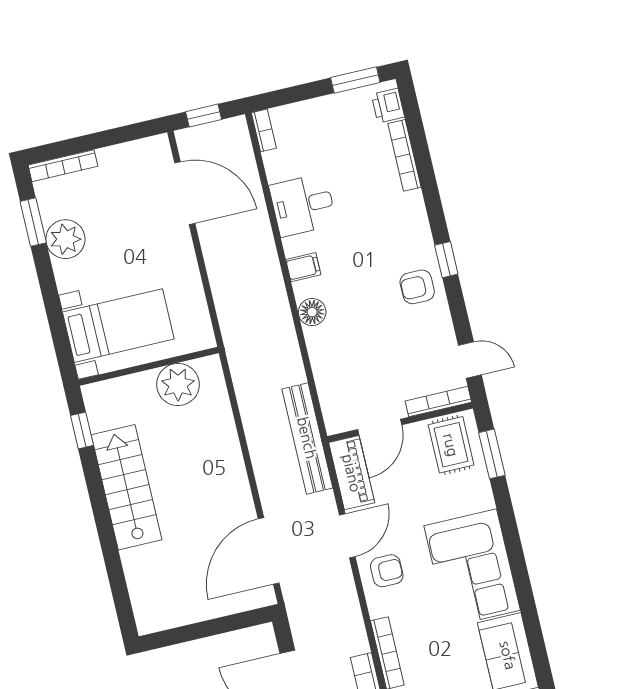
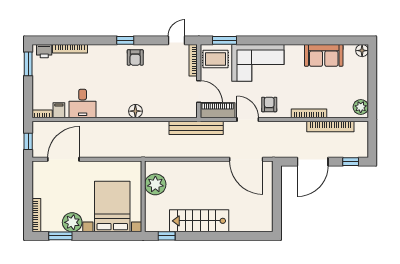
filing cabinet: (303, 267) -> (59, 110), moved
bed with nightstands: (118, 326) -> (112, 207), width x1.36
corner sofa: (472, 568) -> (258, 63), moved

